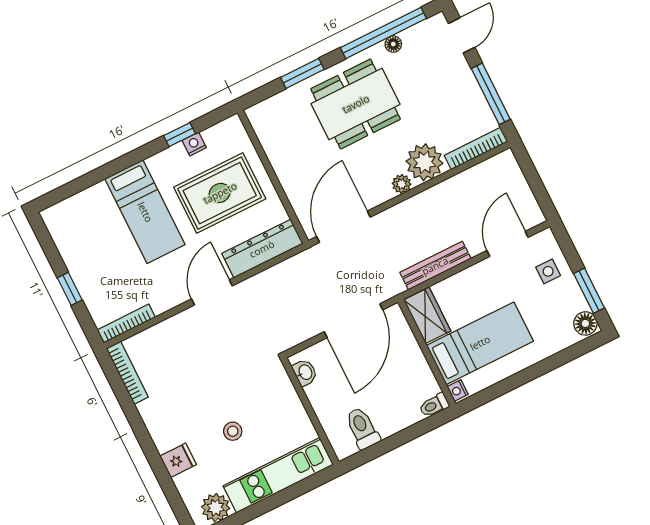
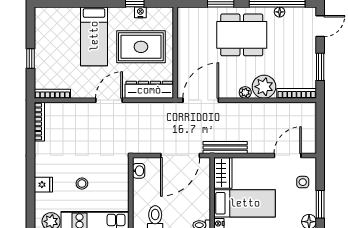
window: (491, 94) -> (320, 67), width x0.69
bench: (435, 266) -> (225, 147), moved

